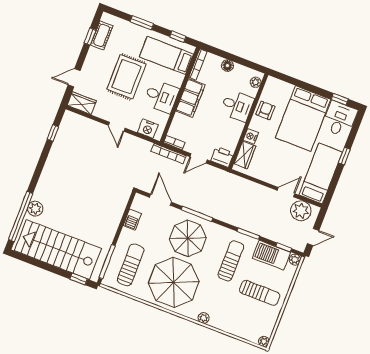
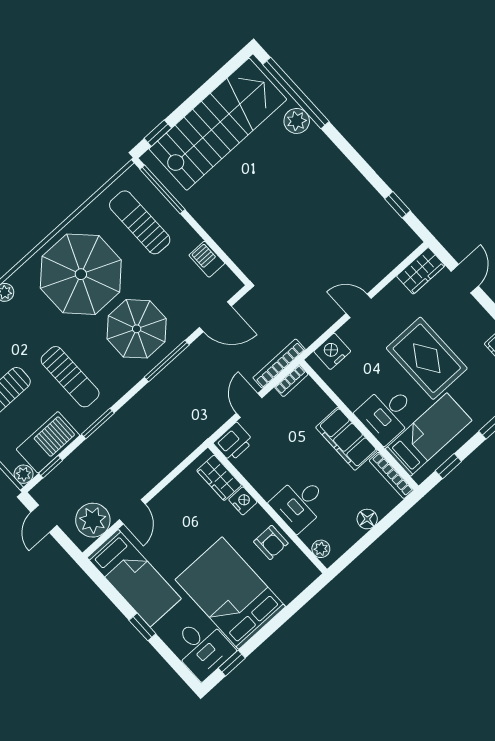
desk: (161, 96) -> (387, 414), moved
sun lounger: (131, 265) -> (140, 222), turned 180

